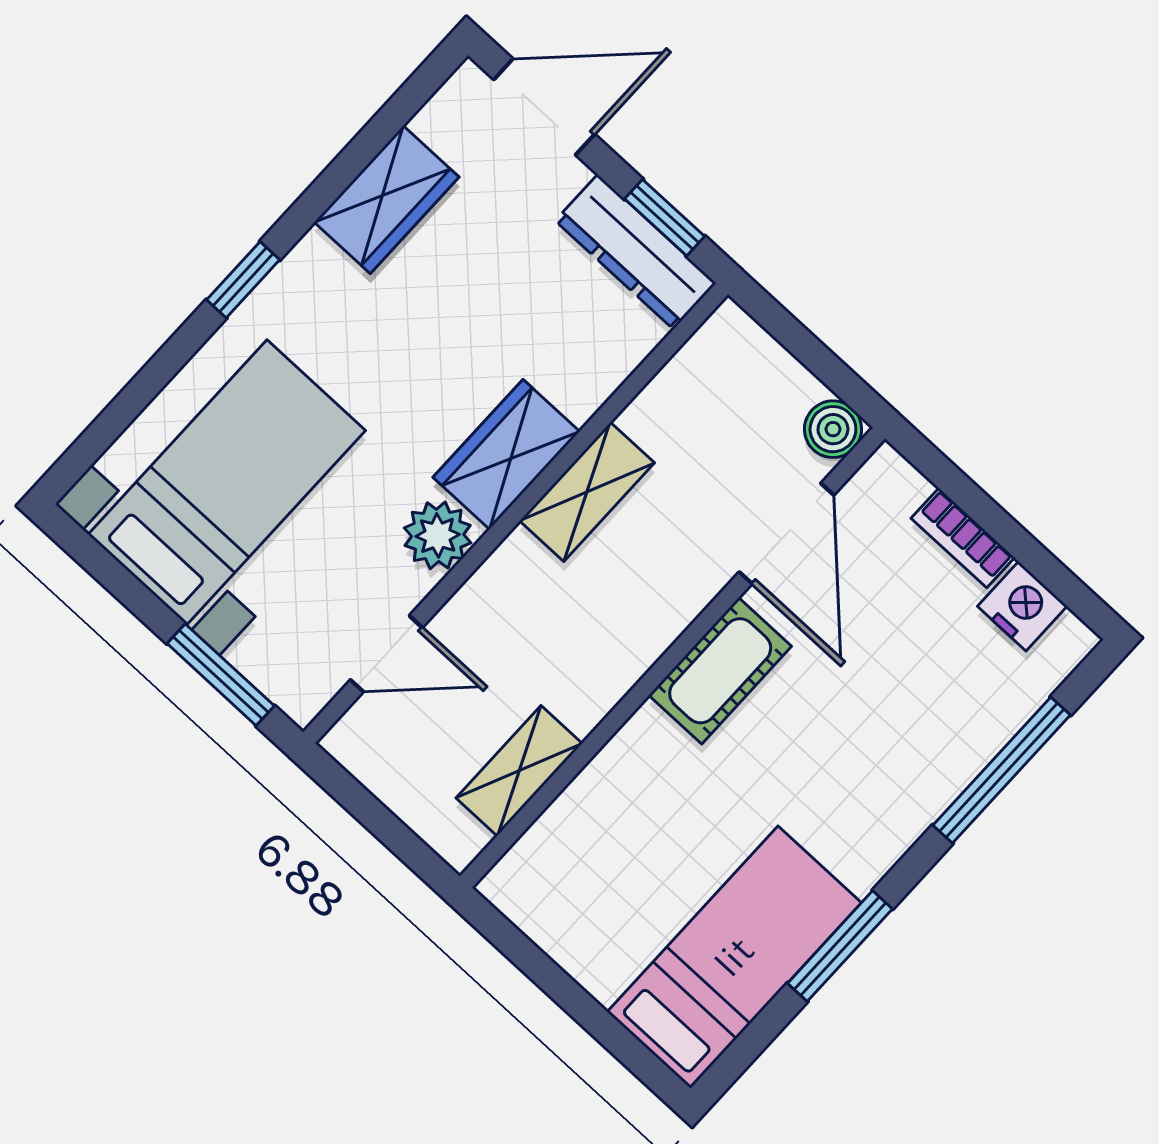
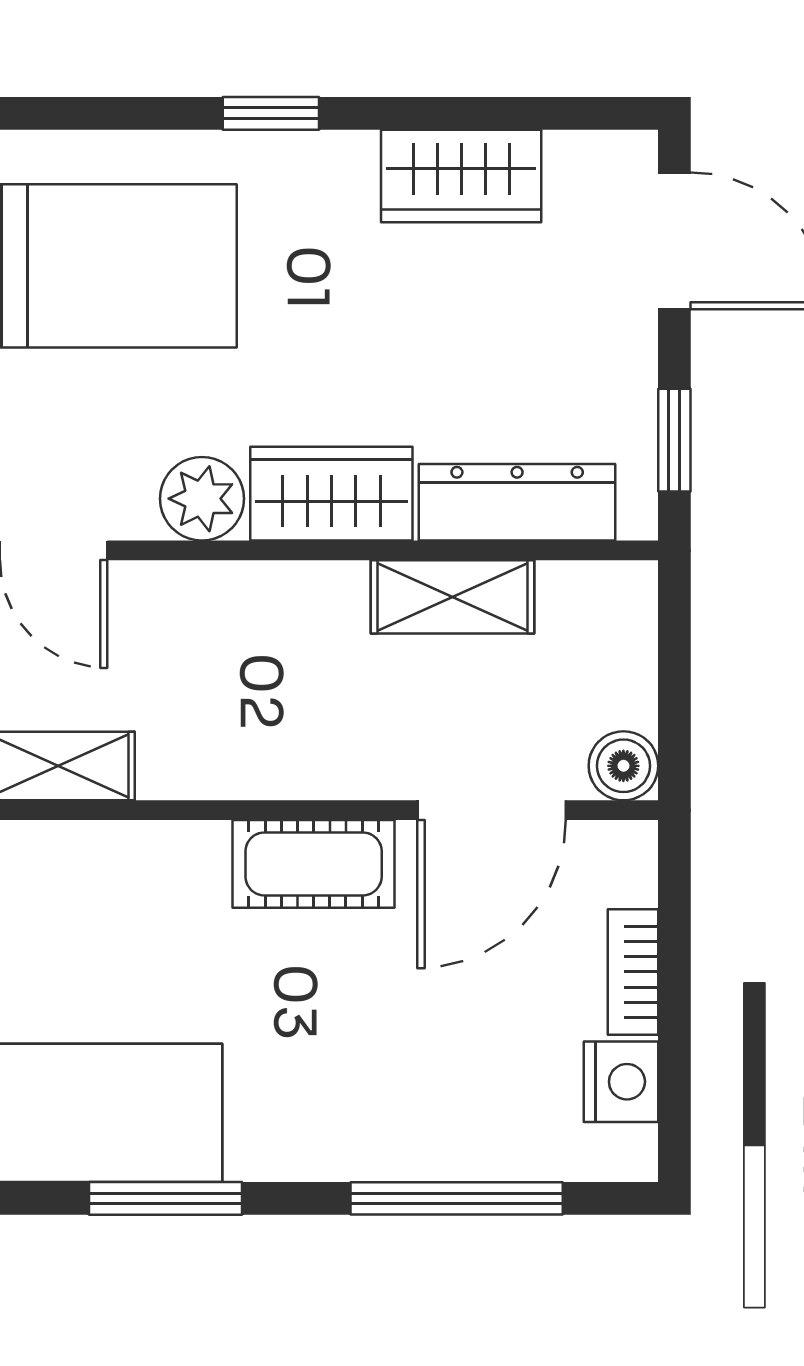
dresser: (636, 252) -> (517, 502), moved, turned 90
shelving: (587, 492) -> (452, 597), moved

